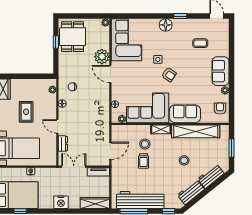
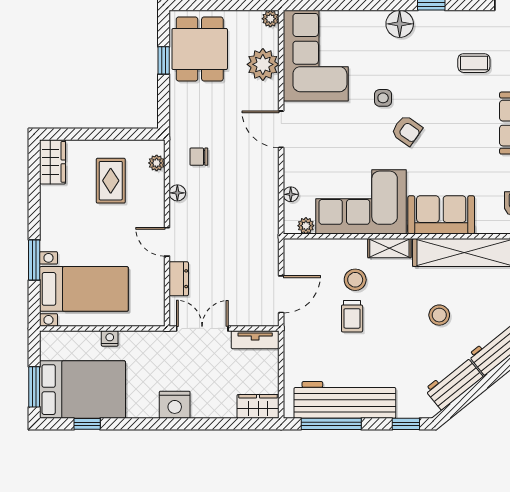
plant: (102, 57) -> (263, 64), moved
rug: (26, 112) -> (111, 181), moved
wardrobe: (95, 203) -> (258, 406), width x0.67

